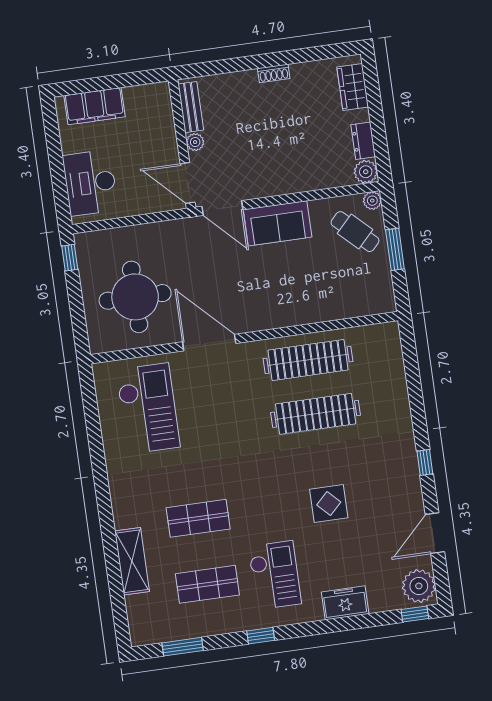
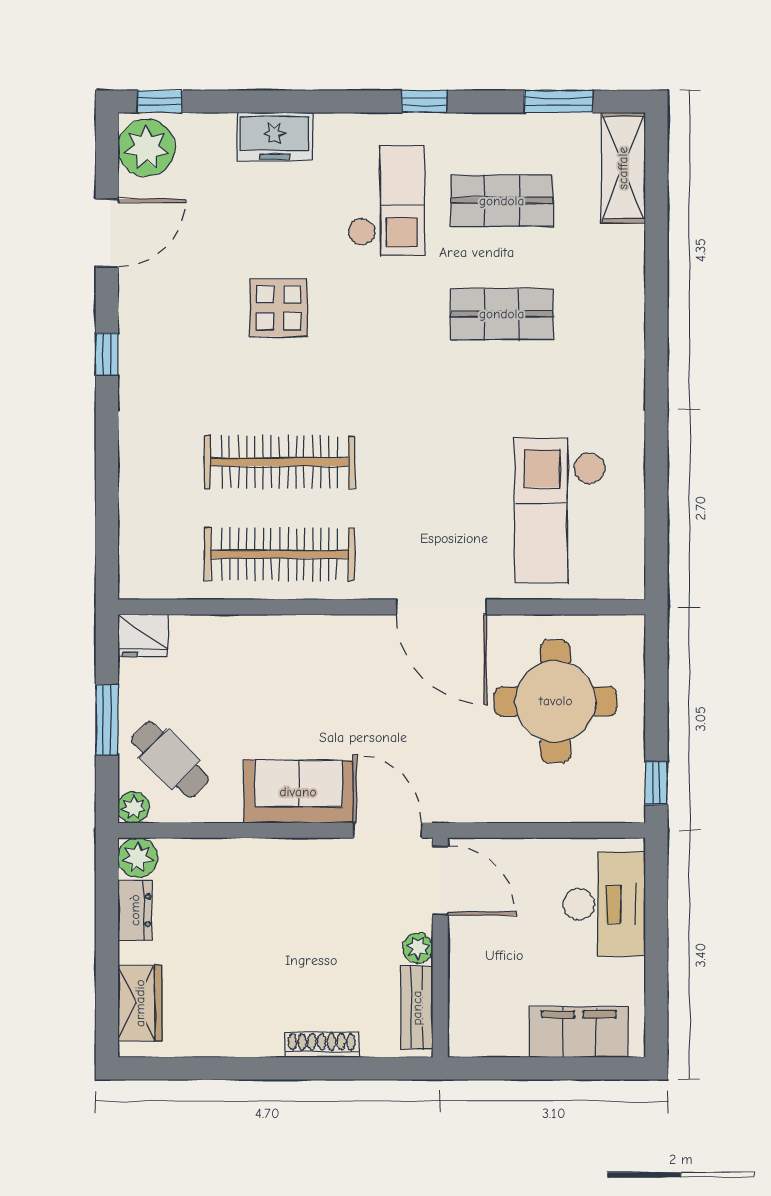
shoe rack: (274, 73) -> (322, 1045), moved, width x1.43
fridge: (381, 301) -> (143, 636), added
shelving: (132, 561) -> (623, 168), moved
checkout: (275, 575) -> (386, 200), turned 180

